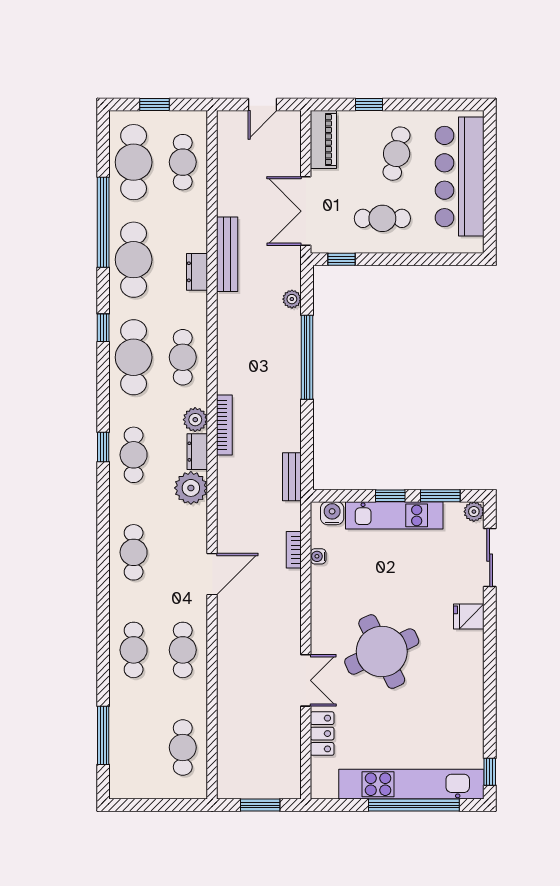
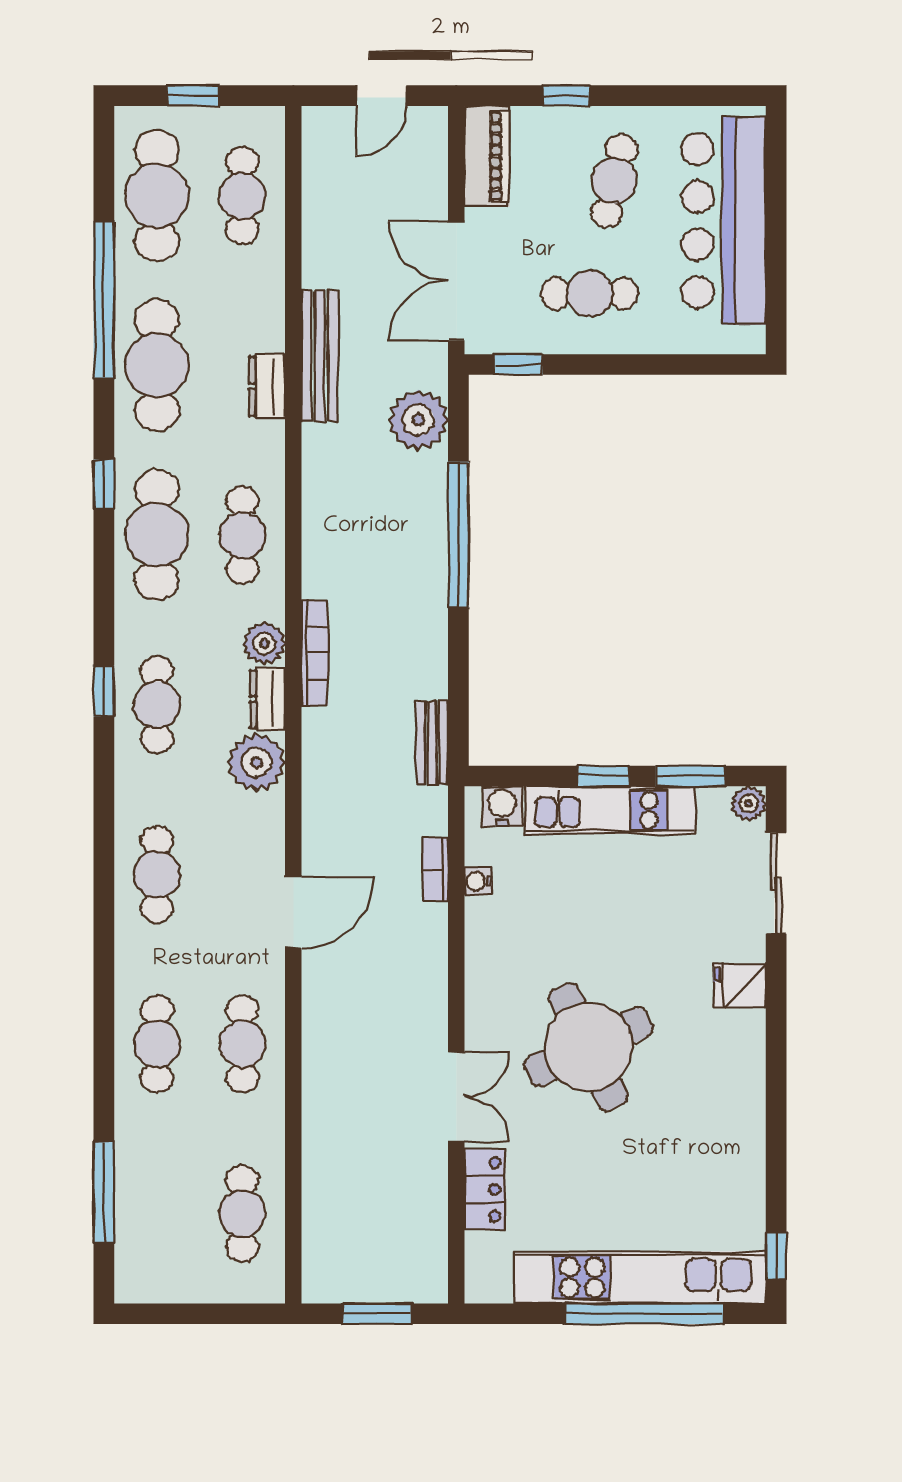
plant: (292, 299) -> (418, 420), width x1.88, depth x1.88

